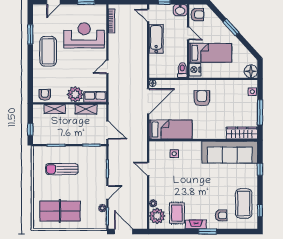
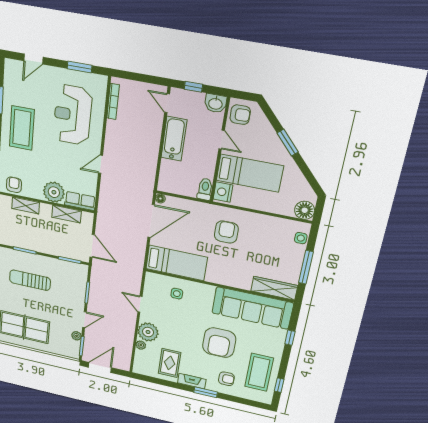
reception desk: (84, 35) -> (73, 115), turned -90
armchair: (211, 186) -> (219, 343), added
plant: (157, 216) -> (148, 332), moved
door: (124, 231) -> (100, 367), hinge flipped

